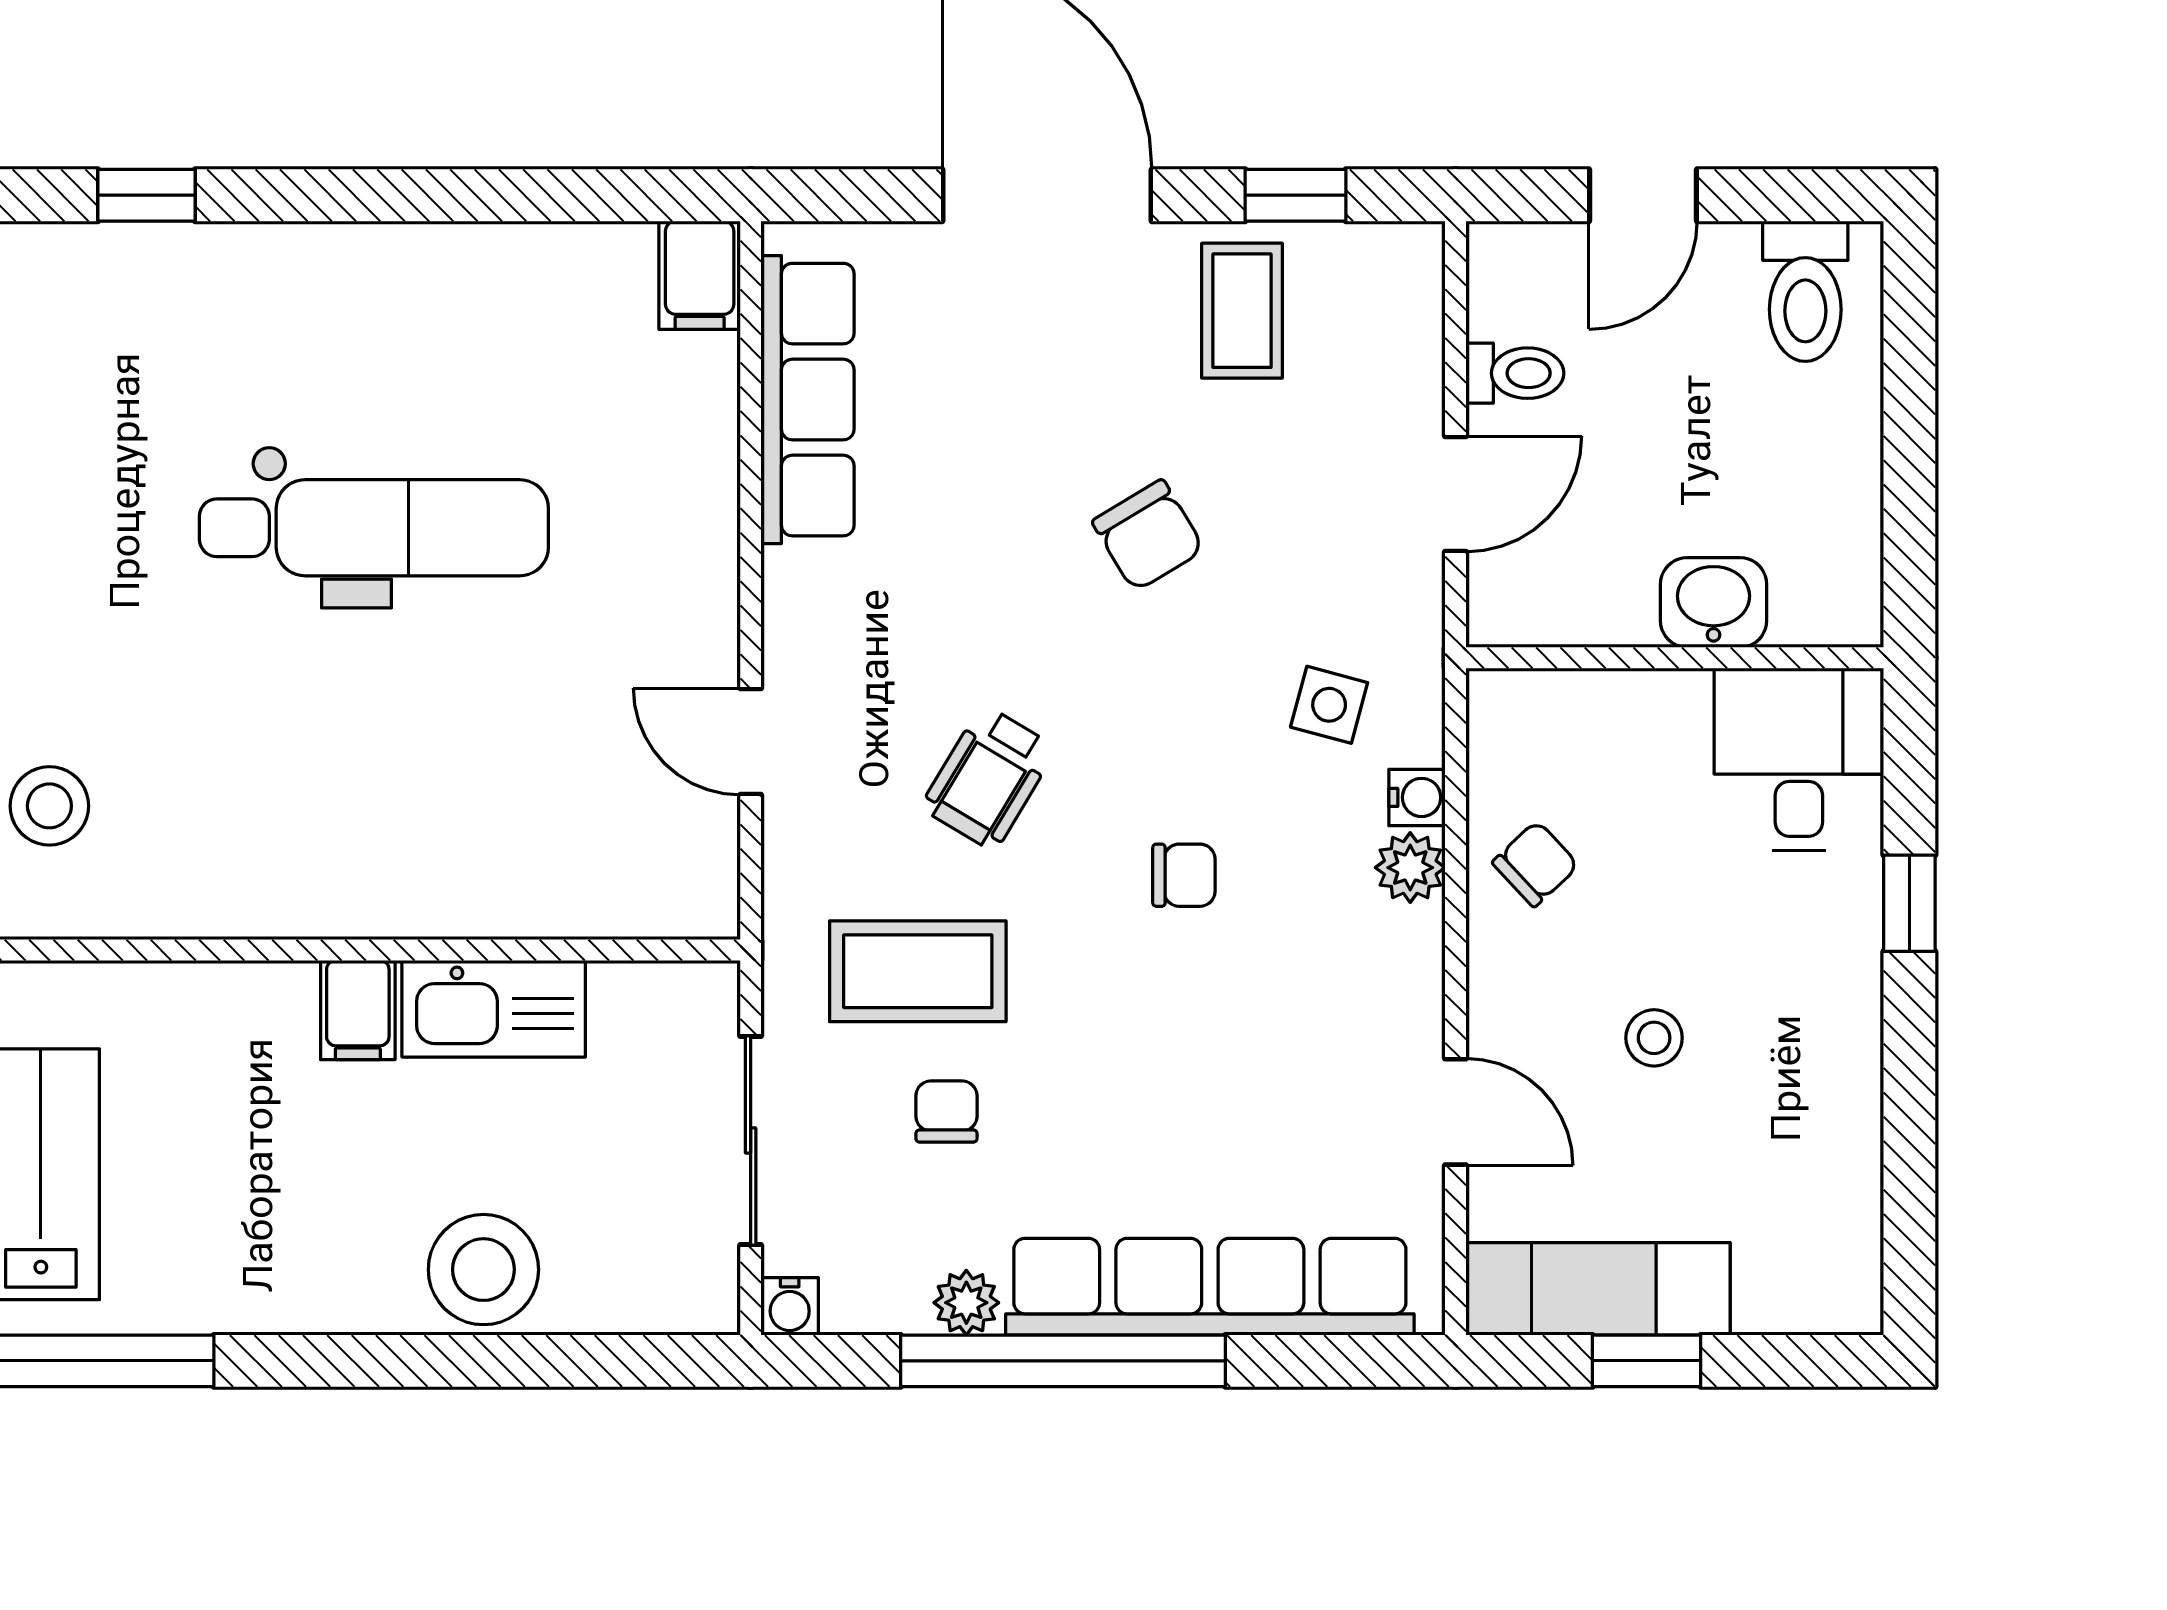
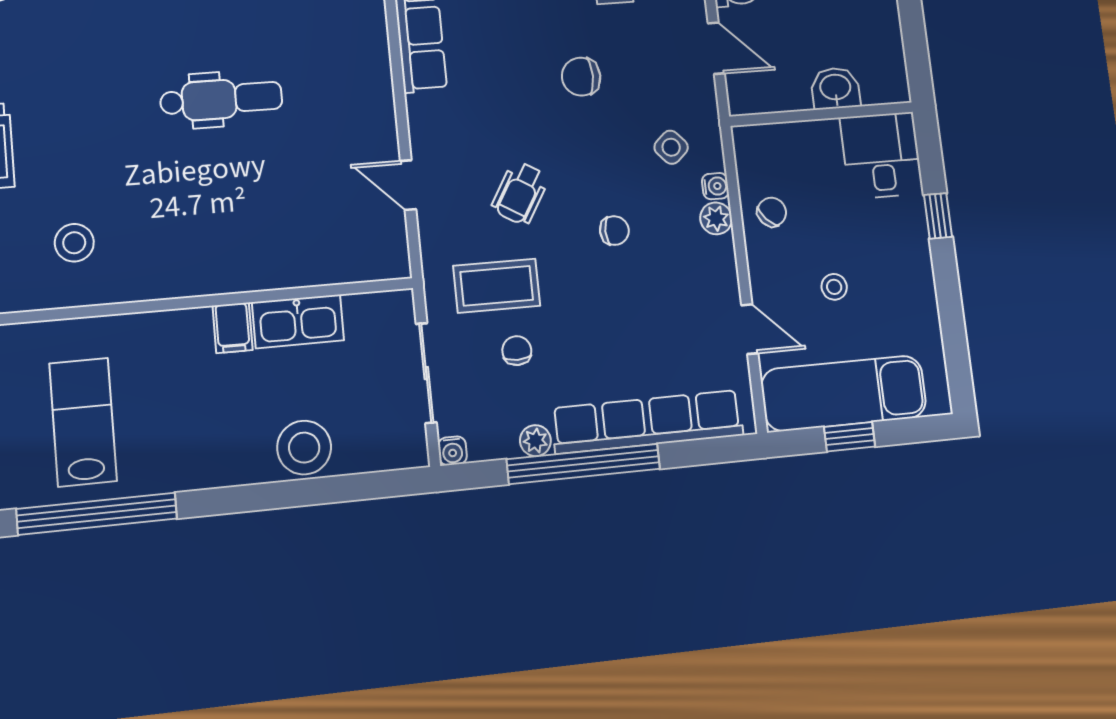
door: (1456, 494) -> (716, 48), hinge flipped
dental chair: (374, 528) -> (221, 99), width x0.73, depth x0.72
chair: (1148, 535) -> (581, 77), turned 121
side table: (1329, 705) -> (671, 147), turned 33
exam couch: (1598, 1289) -> (844, 393), width x1.36, depth x1.45

